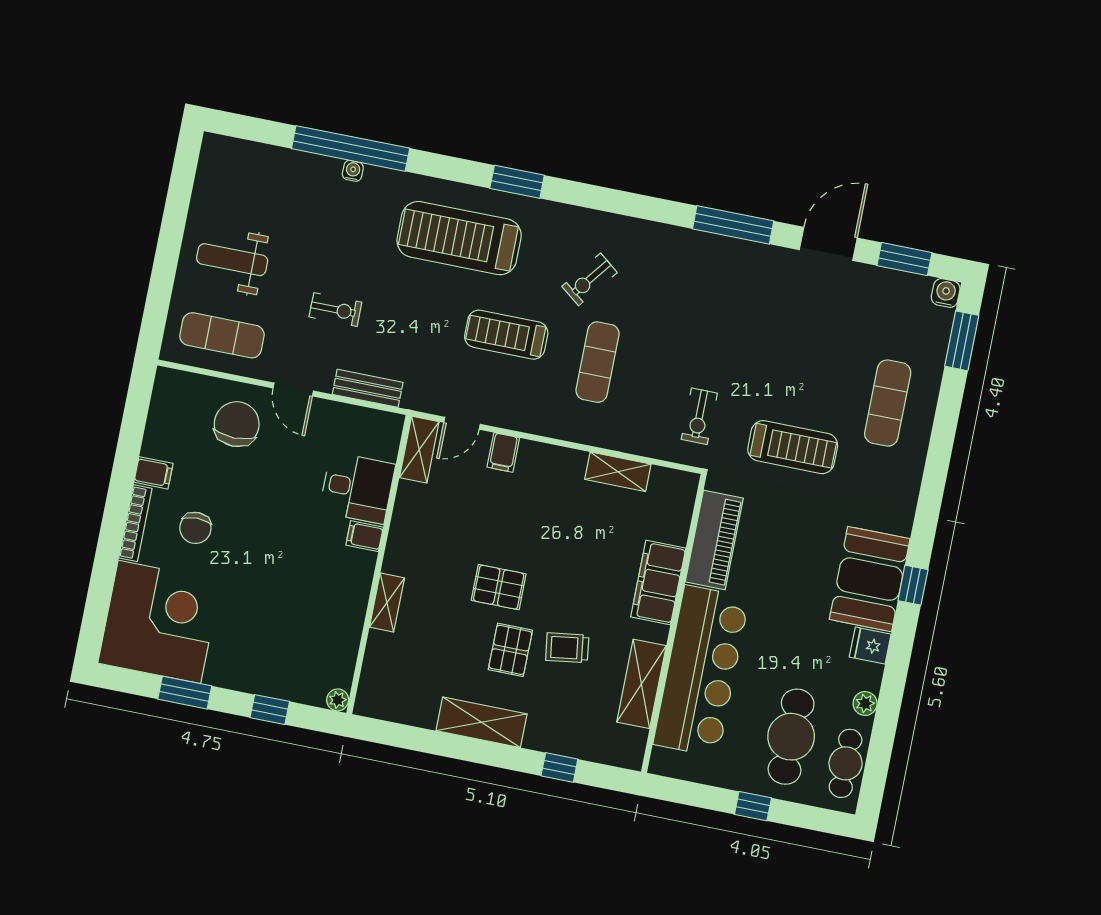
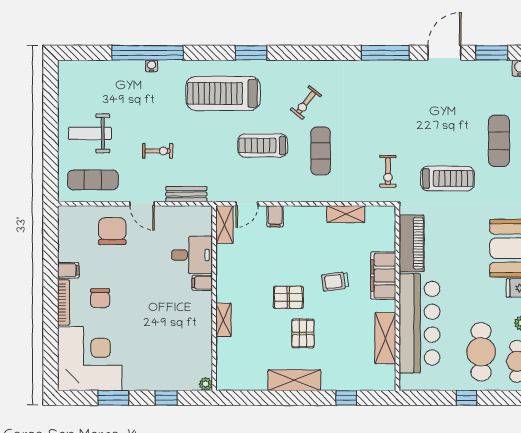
trolley: (567, 648) -> (335, 281), moved

